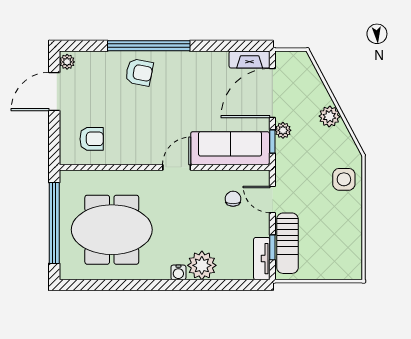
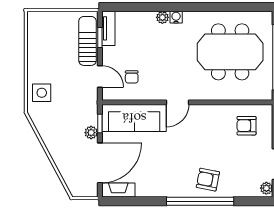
plant: (329, 116) -> (53, 144), removed
plant: (202, 265) -> (162, 17), width x0.53, depth x0.53

